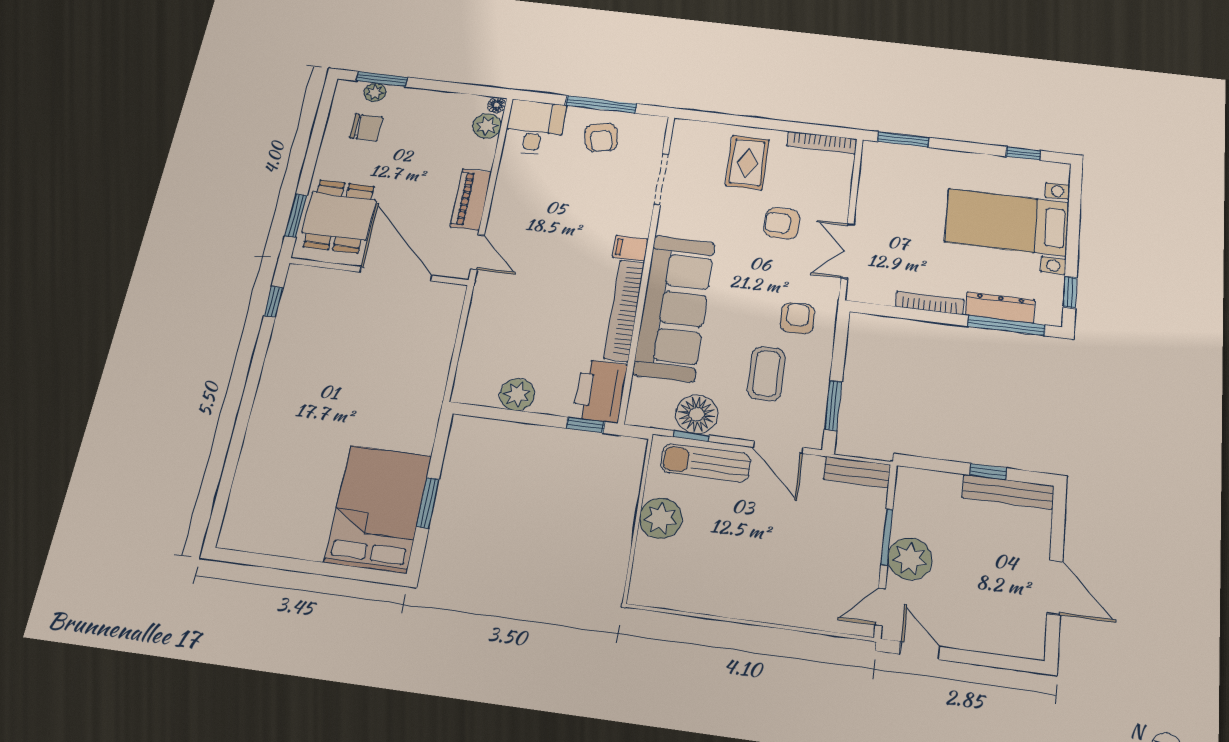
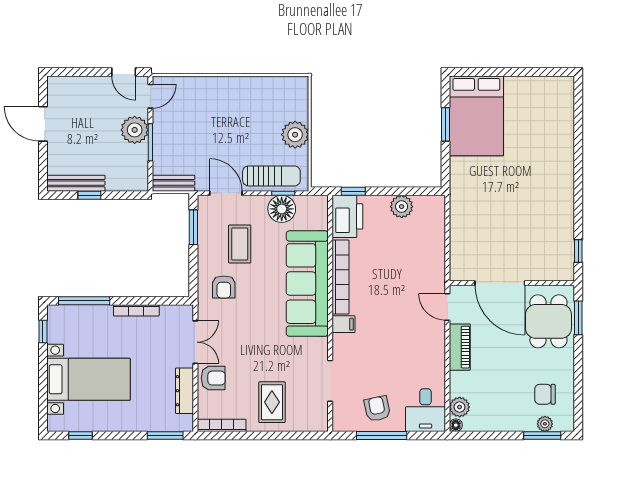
armchair: (782, 223) -> (213, 378), moved
dresser: (1000, 308) -> (184, 391), moved, turned 90

